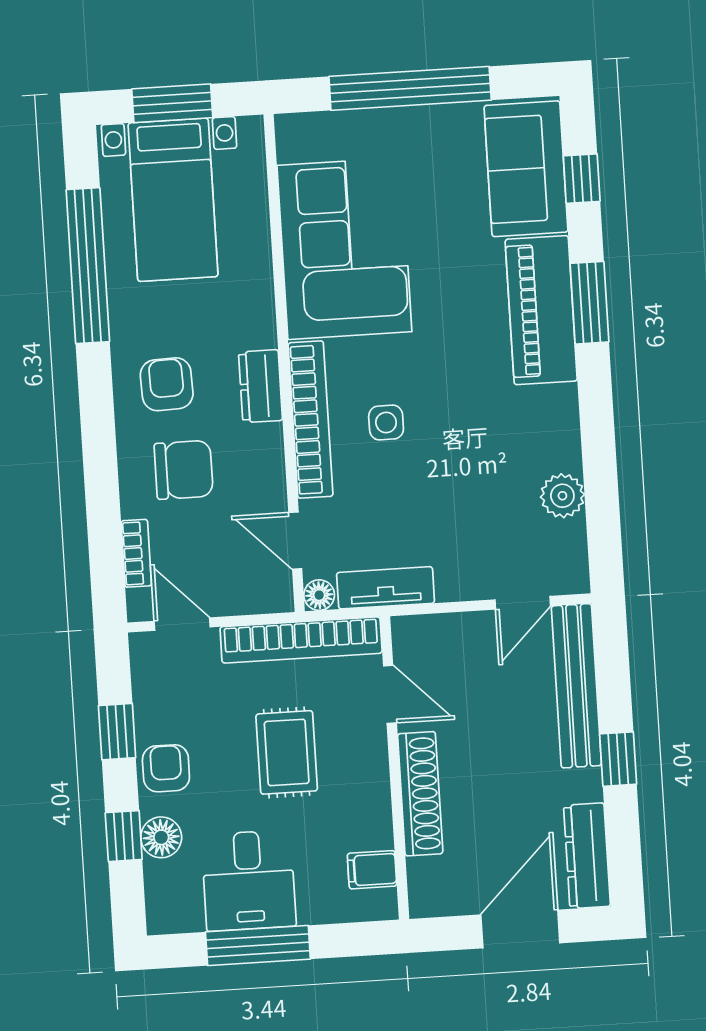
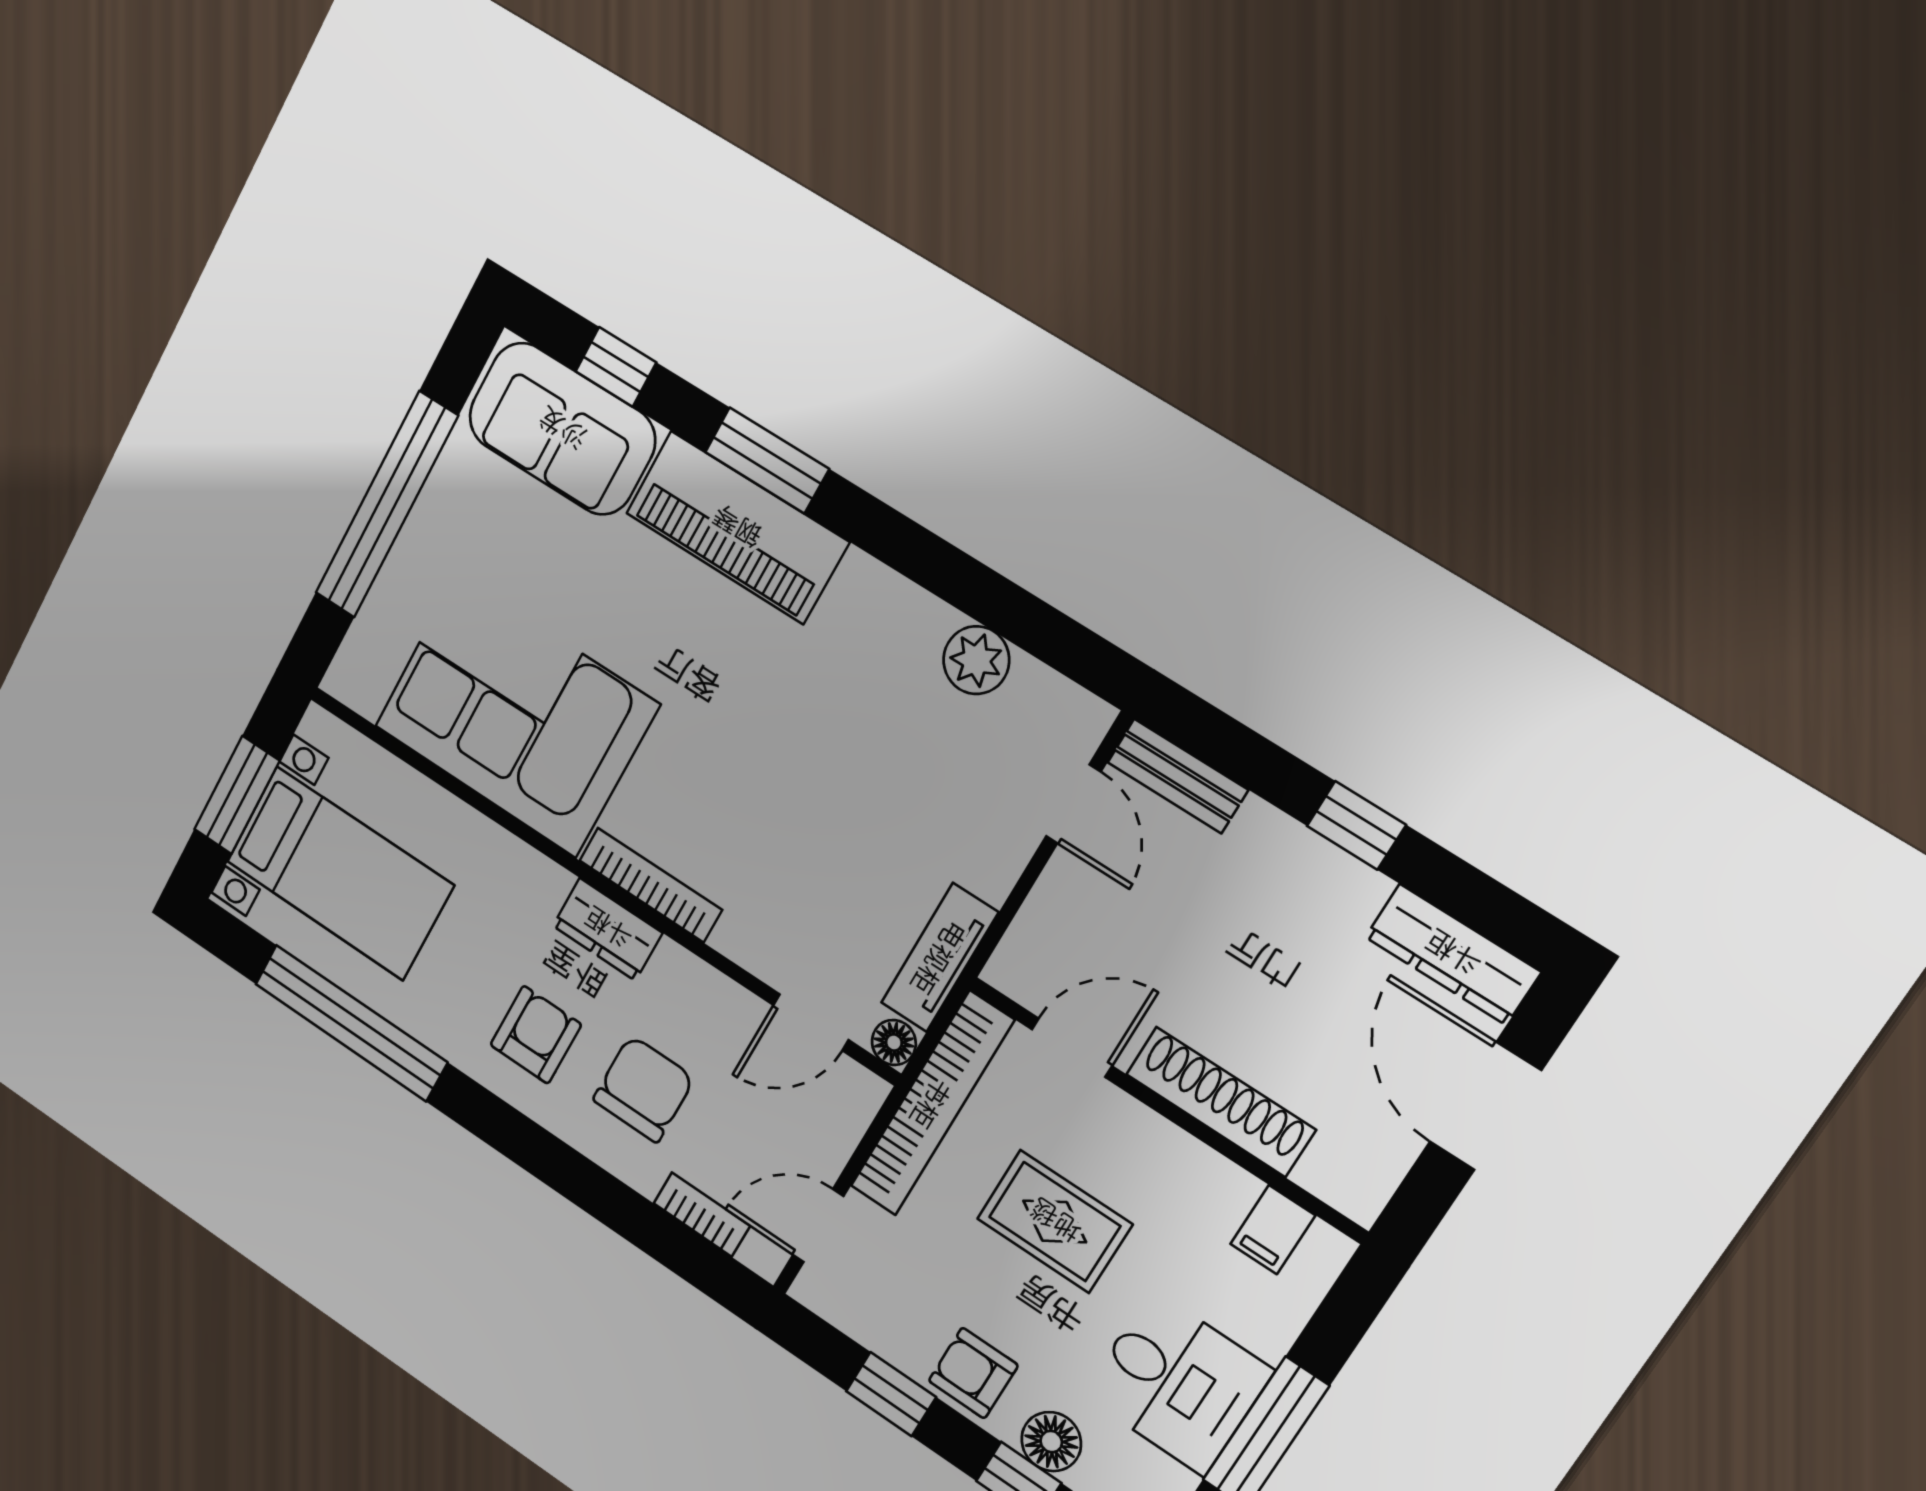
armchair: (167, 384) -> (536, 1035), turned 92
bookcase: (311, 420) -> (651, 885), width x0.68, depth x0.76
side table: (386, 423) -> (746, 813), removed
bench: (576, 686) -> (1178, 776), width x0.54, depth x0.82

